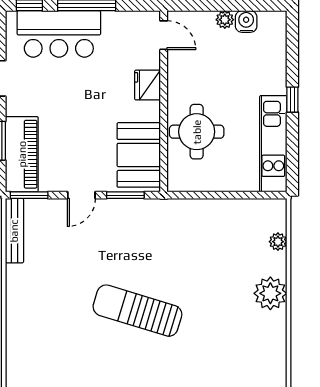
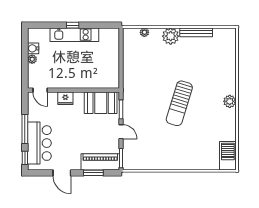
door: (164, 35) -> (40, 90), swing flipped
round table: (197, 132) -> (89, 73), removed
kitchen unit: (273, 144) -> (74, 35), moved
bench: (14, 231) -> (196, 32), moved

